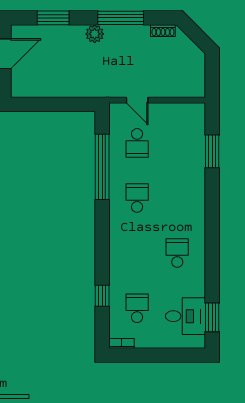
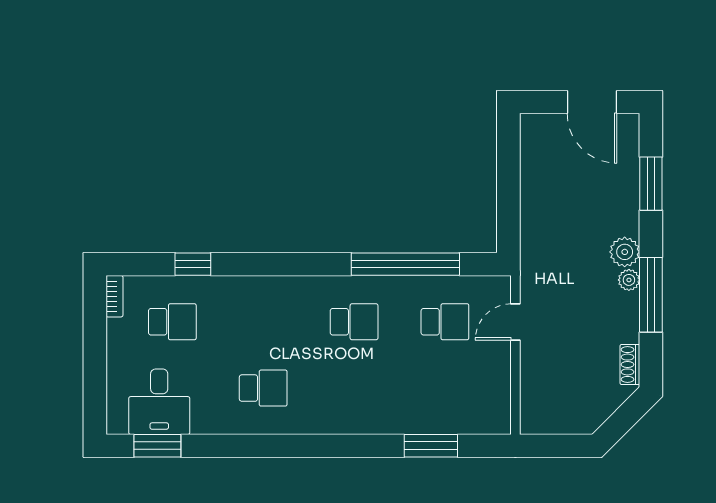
plant: (112, 31) -> (629, 280), added
school desk: (137, 143) -> (445, 322), turned 180

